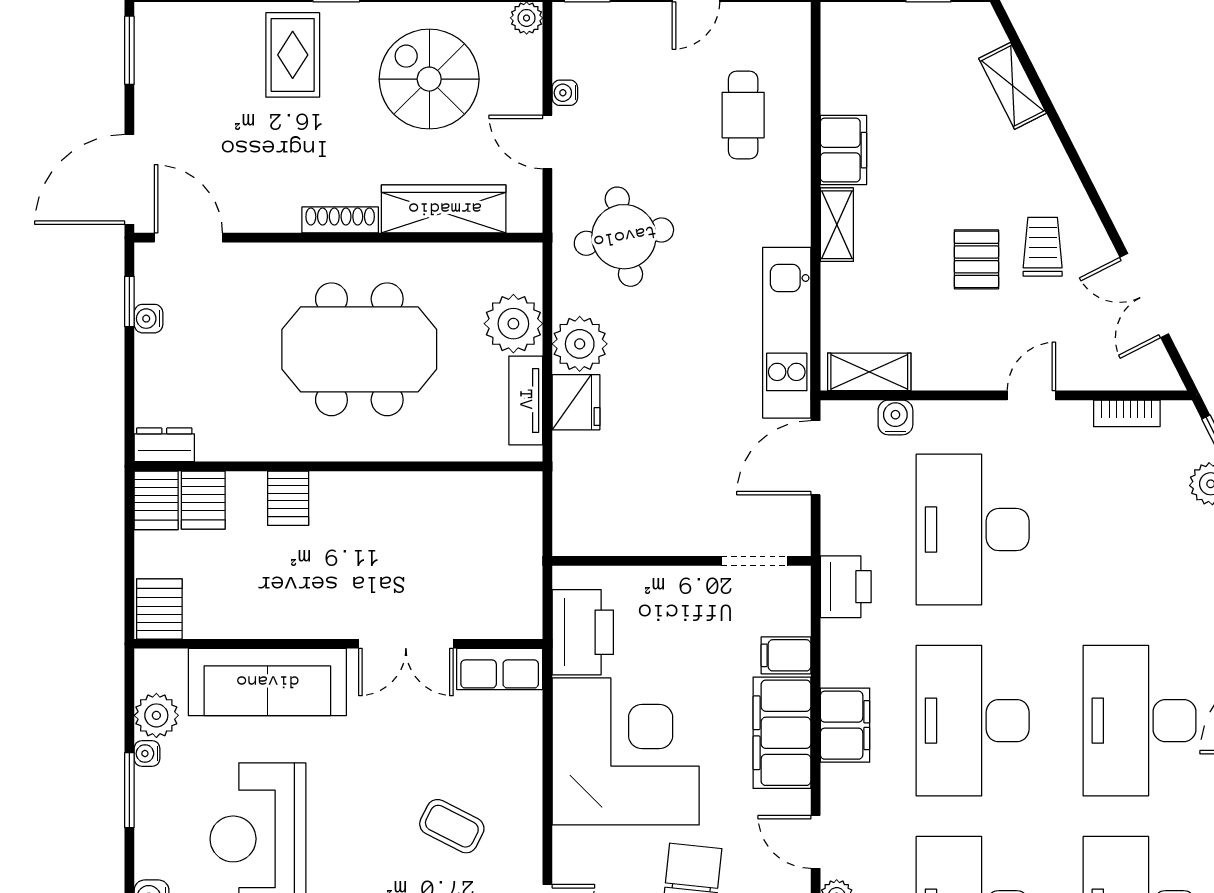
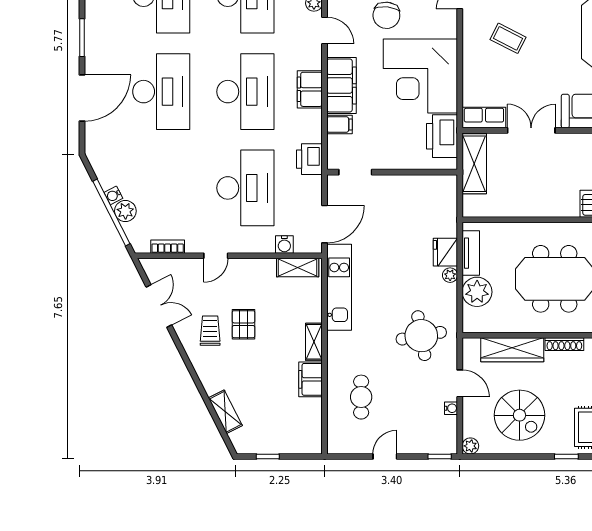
trolley: (1043, 247) -> (210, 331), turned 180
plant: (580, 344) -> (450, 275), width x0.53, depth x0.53
shelving: (519, 578) -> (474, 164), added

